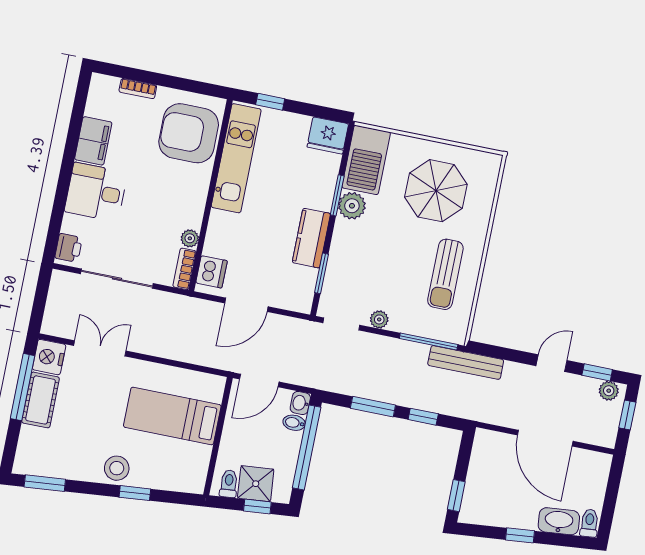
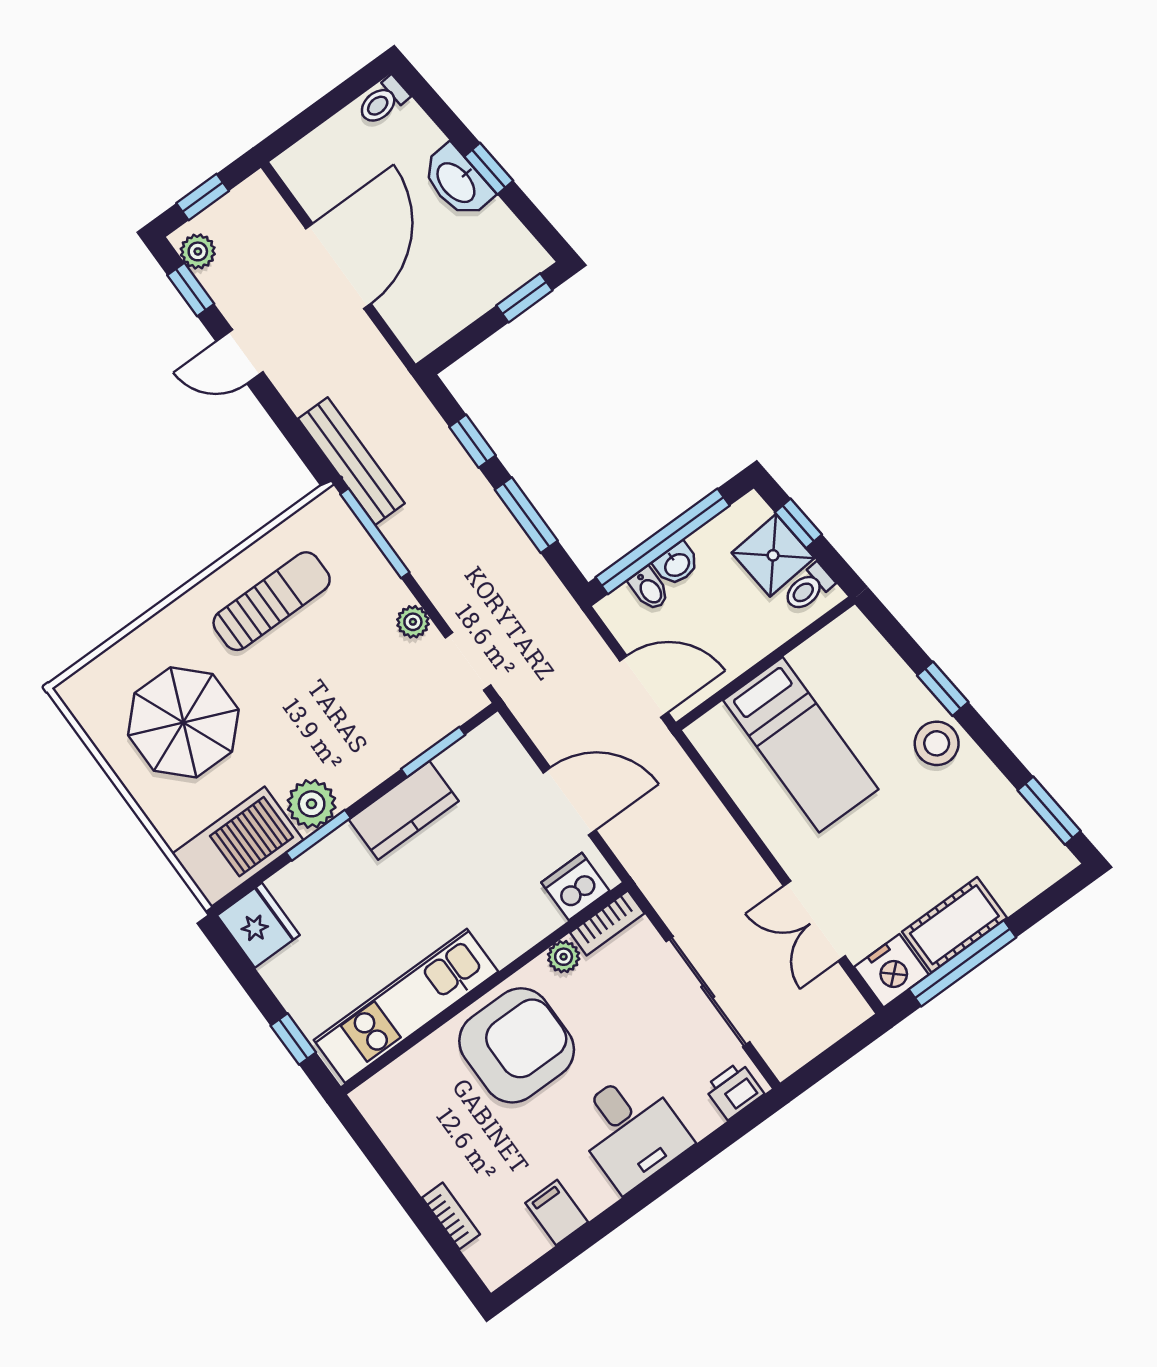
armchair: (189, 133) -> (517, 1045), moved, turned -90
filing cabinet: (93, 141) -> (557, 1213), width x0.50
washbasin: (300, 403) -> (677, 564), moved
washbasin: (559, 521) -> (457, 182), moved

